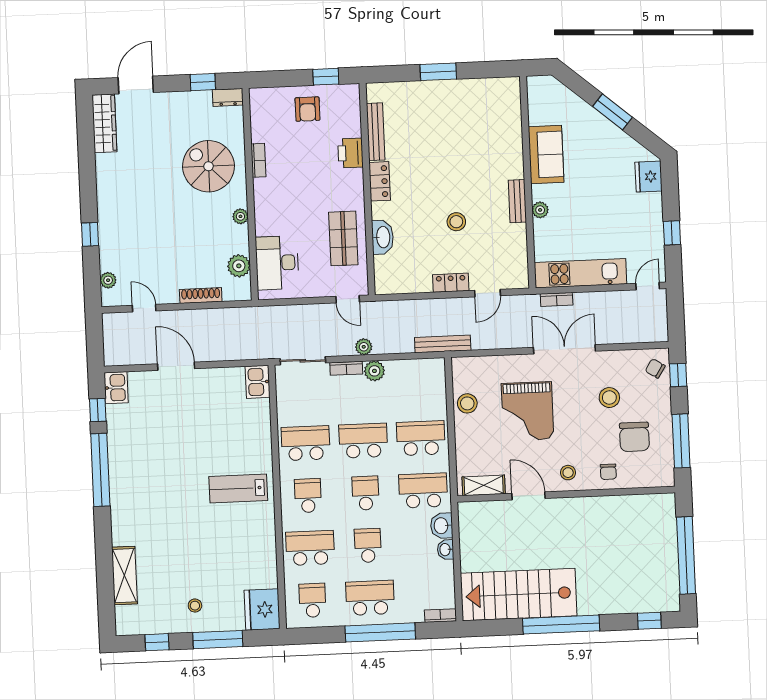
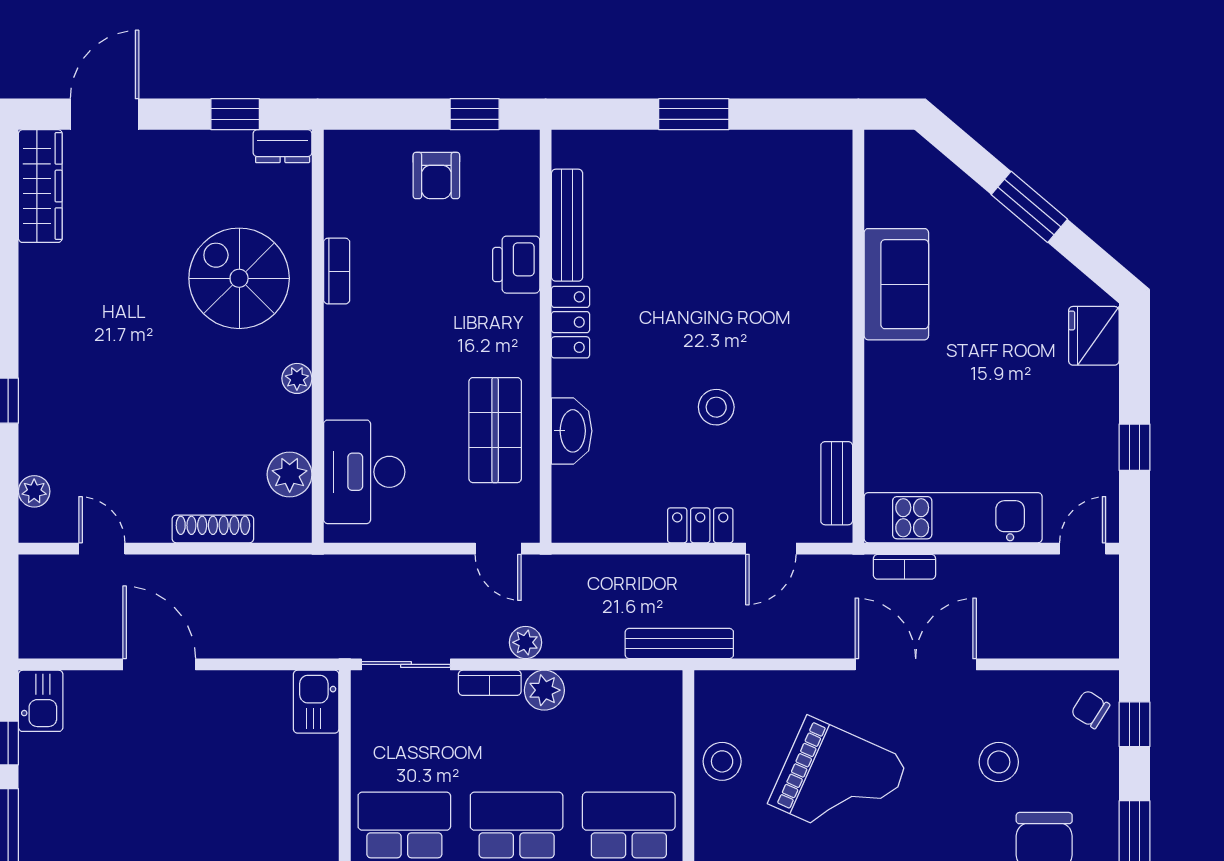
bench: (517, 201) -> (837, 483), moved
plant: (540, 210) -> (880, 391), removed
grand piano: (528, 411) -> (839, 782), turned -66

